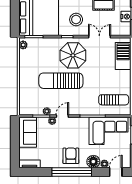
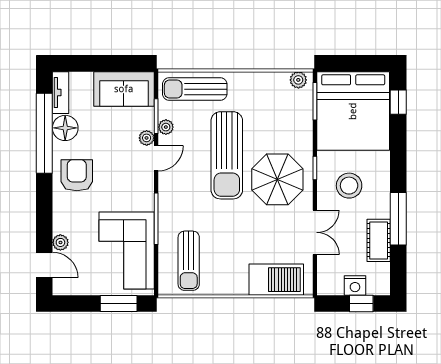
sun lounger: (61, 81) -> (227, 155), turned 180
sun lounger: (28, 97) -> (195, 89), added
door: (62, 116) -> (156, 158), hinge flipped
armchair: (71, 156) -> (77, 175), turned -90
floor lamp: (93, 162) -> (65, 128), moved
window: (72, 172) -> (44, 133), moved

